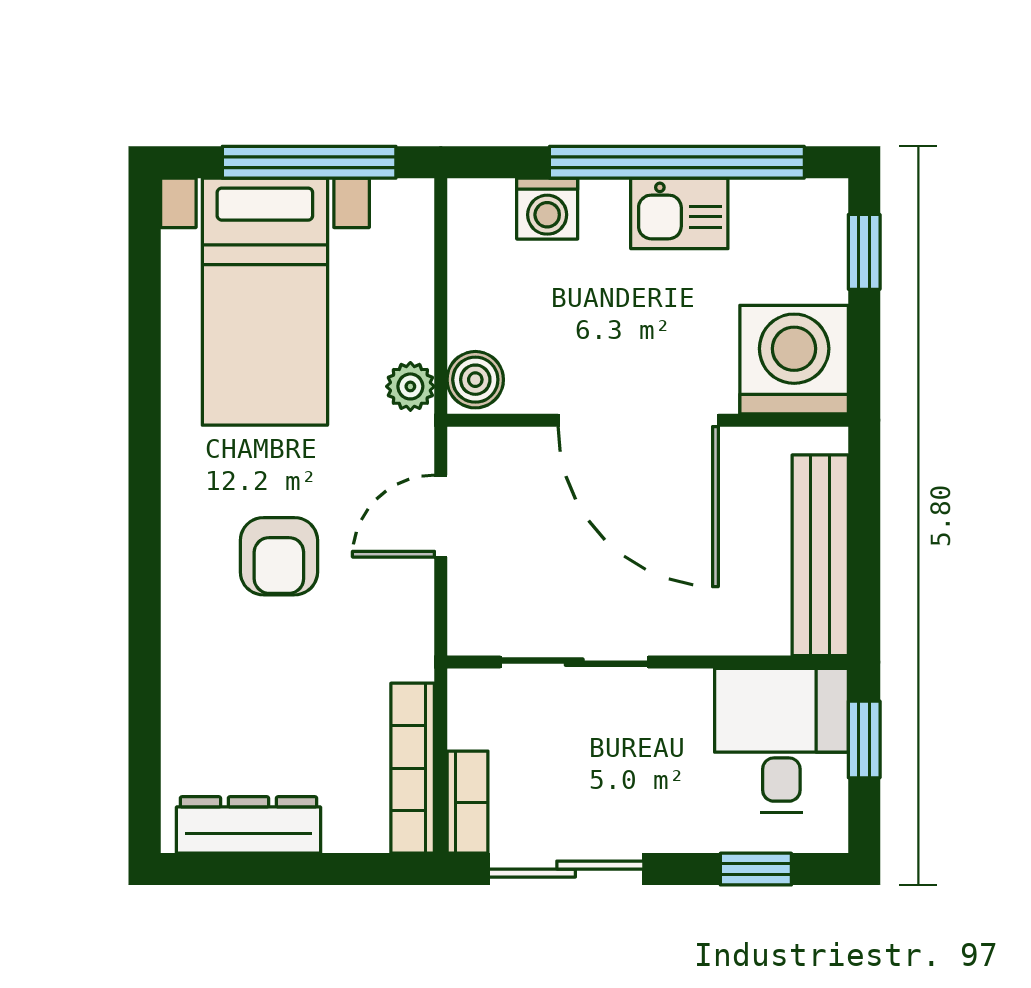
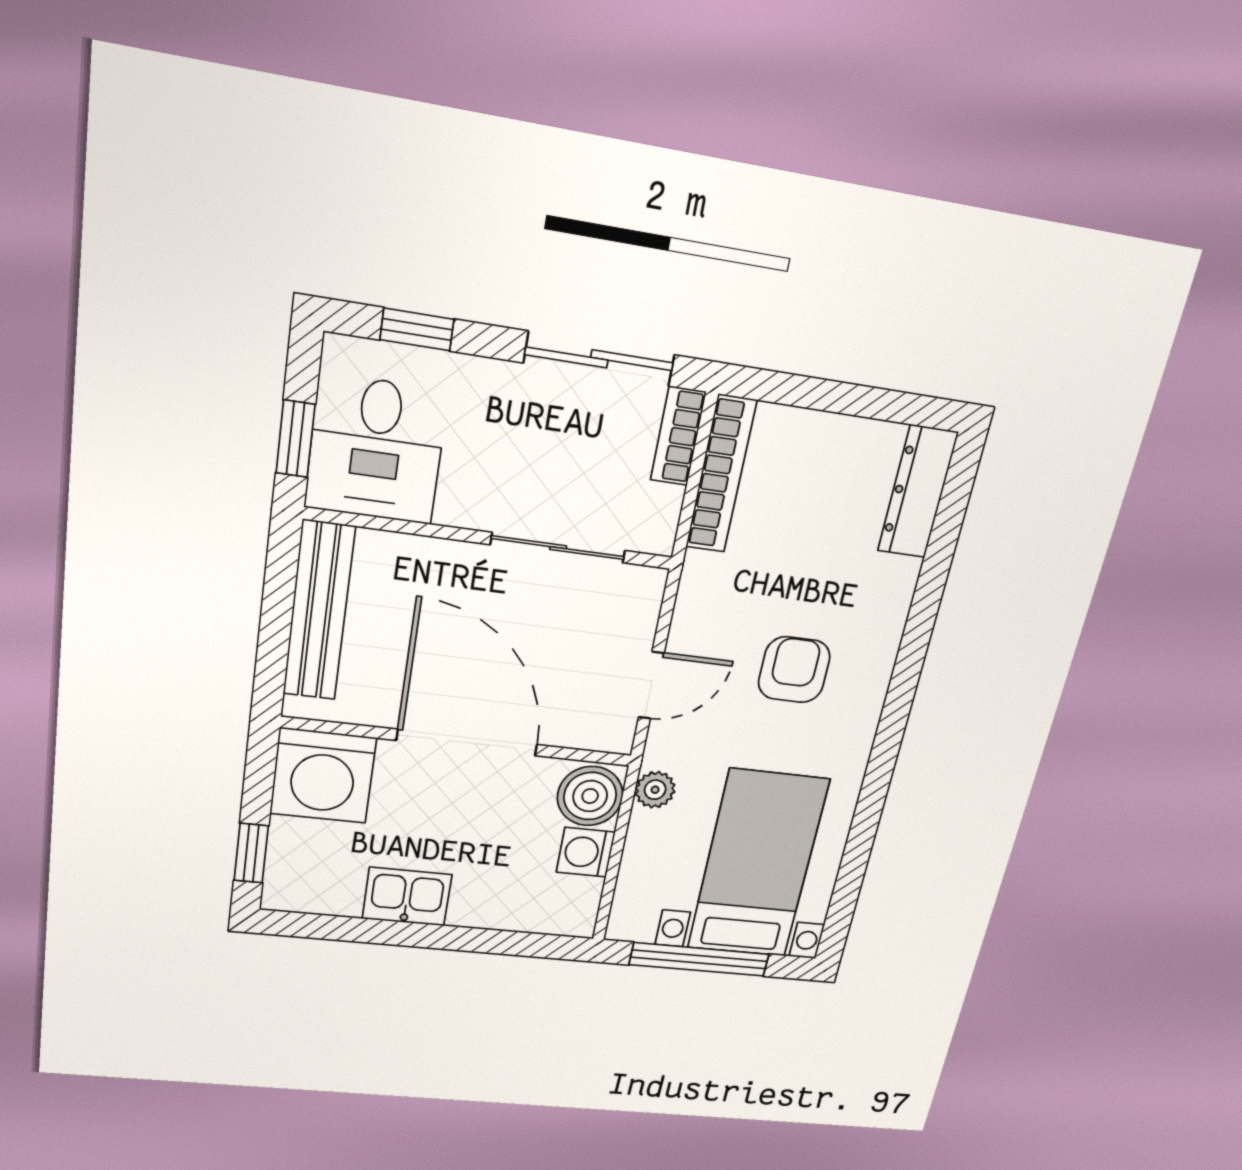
window: (677, 162) -> (403, 934), removed
washing machine: (547, 209) -> (586, 852), moved, turned -90
boiler: (475, 380) -> (590, 796), width x1.36, depth x1.36
dresser: (248, 825) -> (918, 492), moved, turned 90

